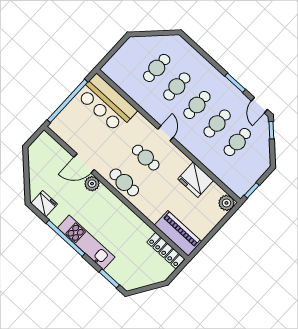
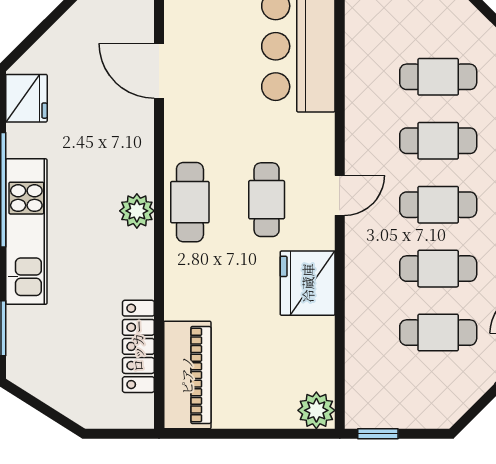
door: (84, 163) -> (159, 71), moved
fridge: (196, 180) -> (308, 283), moved
plant: (92, 184) -> (137, 211), moved
locker: (166, 250) -> (138, 346), moved

